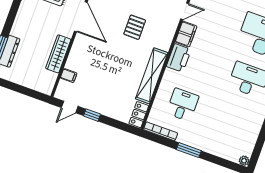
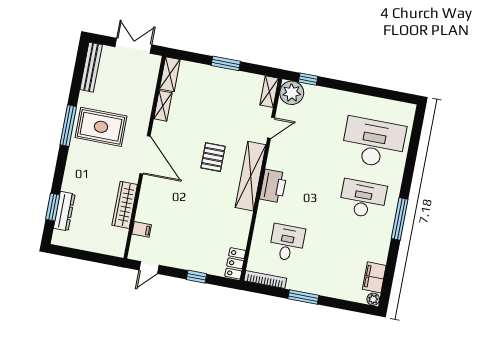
filing cabinet: (186, 34) -> (374, 277), moved, turned 180
shelving: (152, 76) -> (251, 176), moved
window: (92, 115) -> (196, 277), moved

